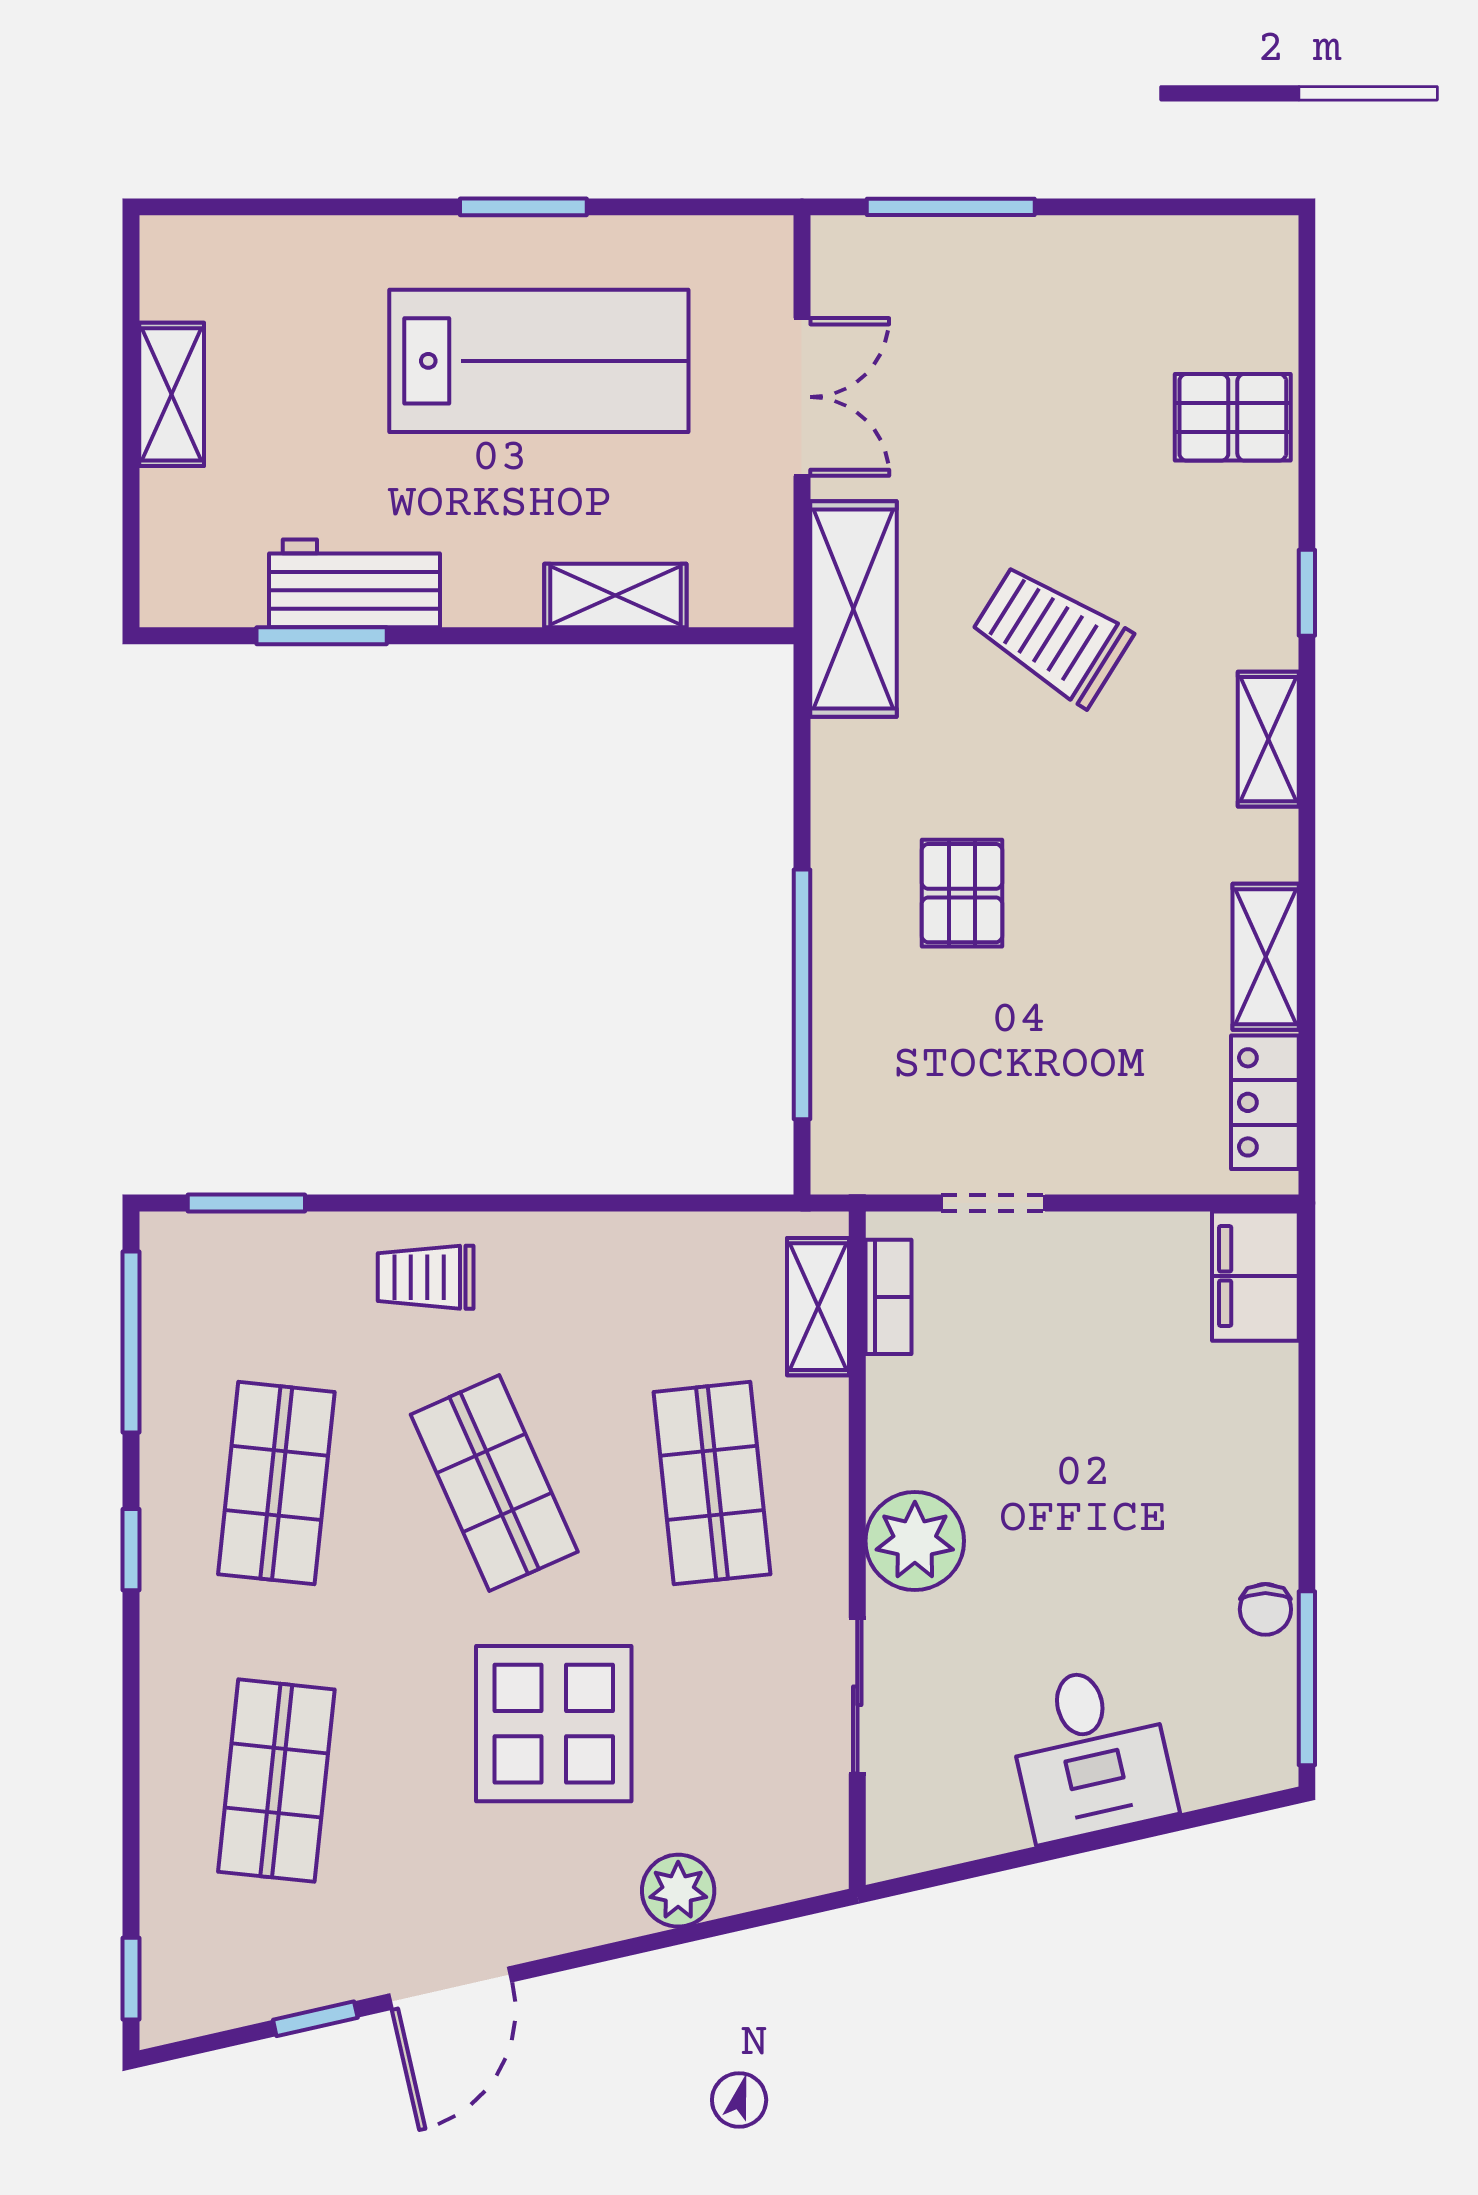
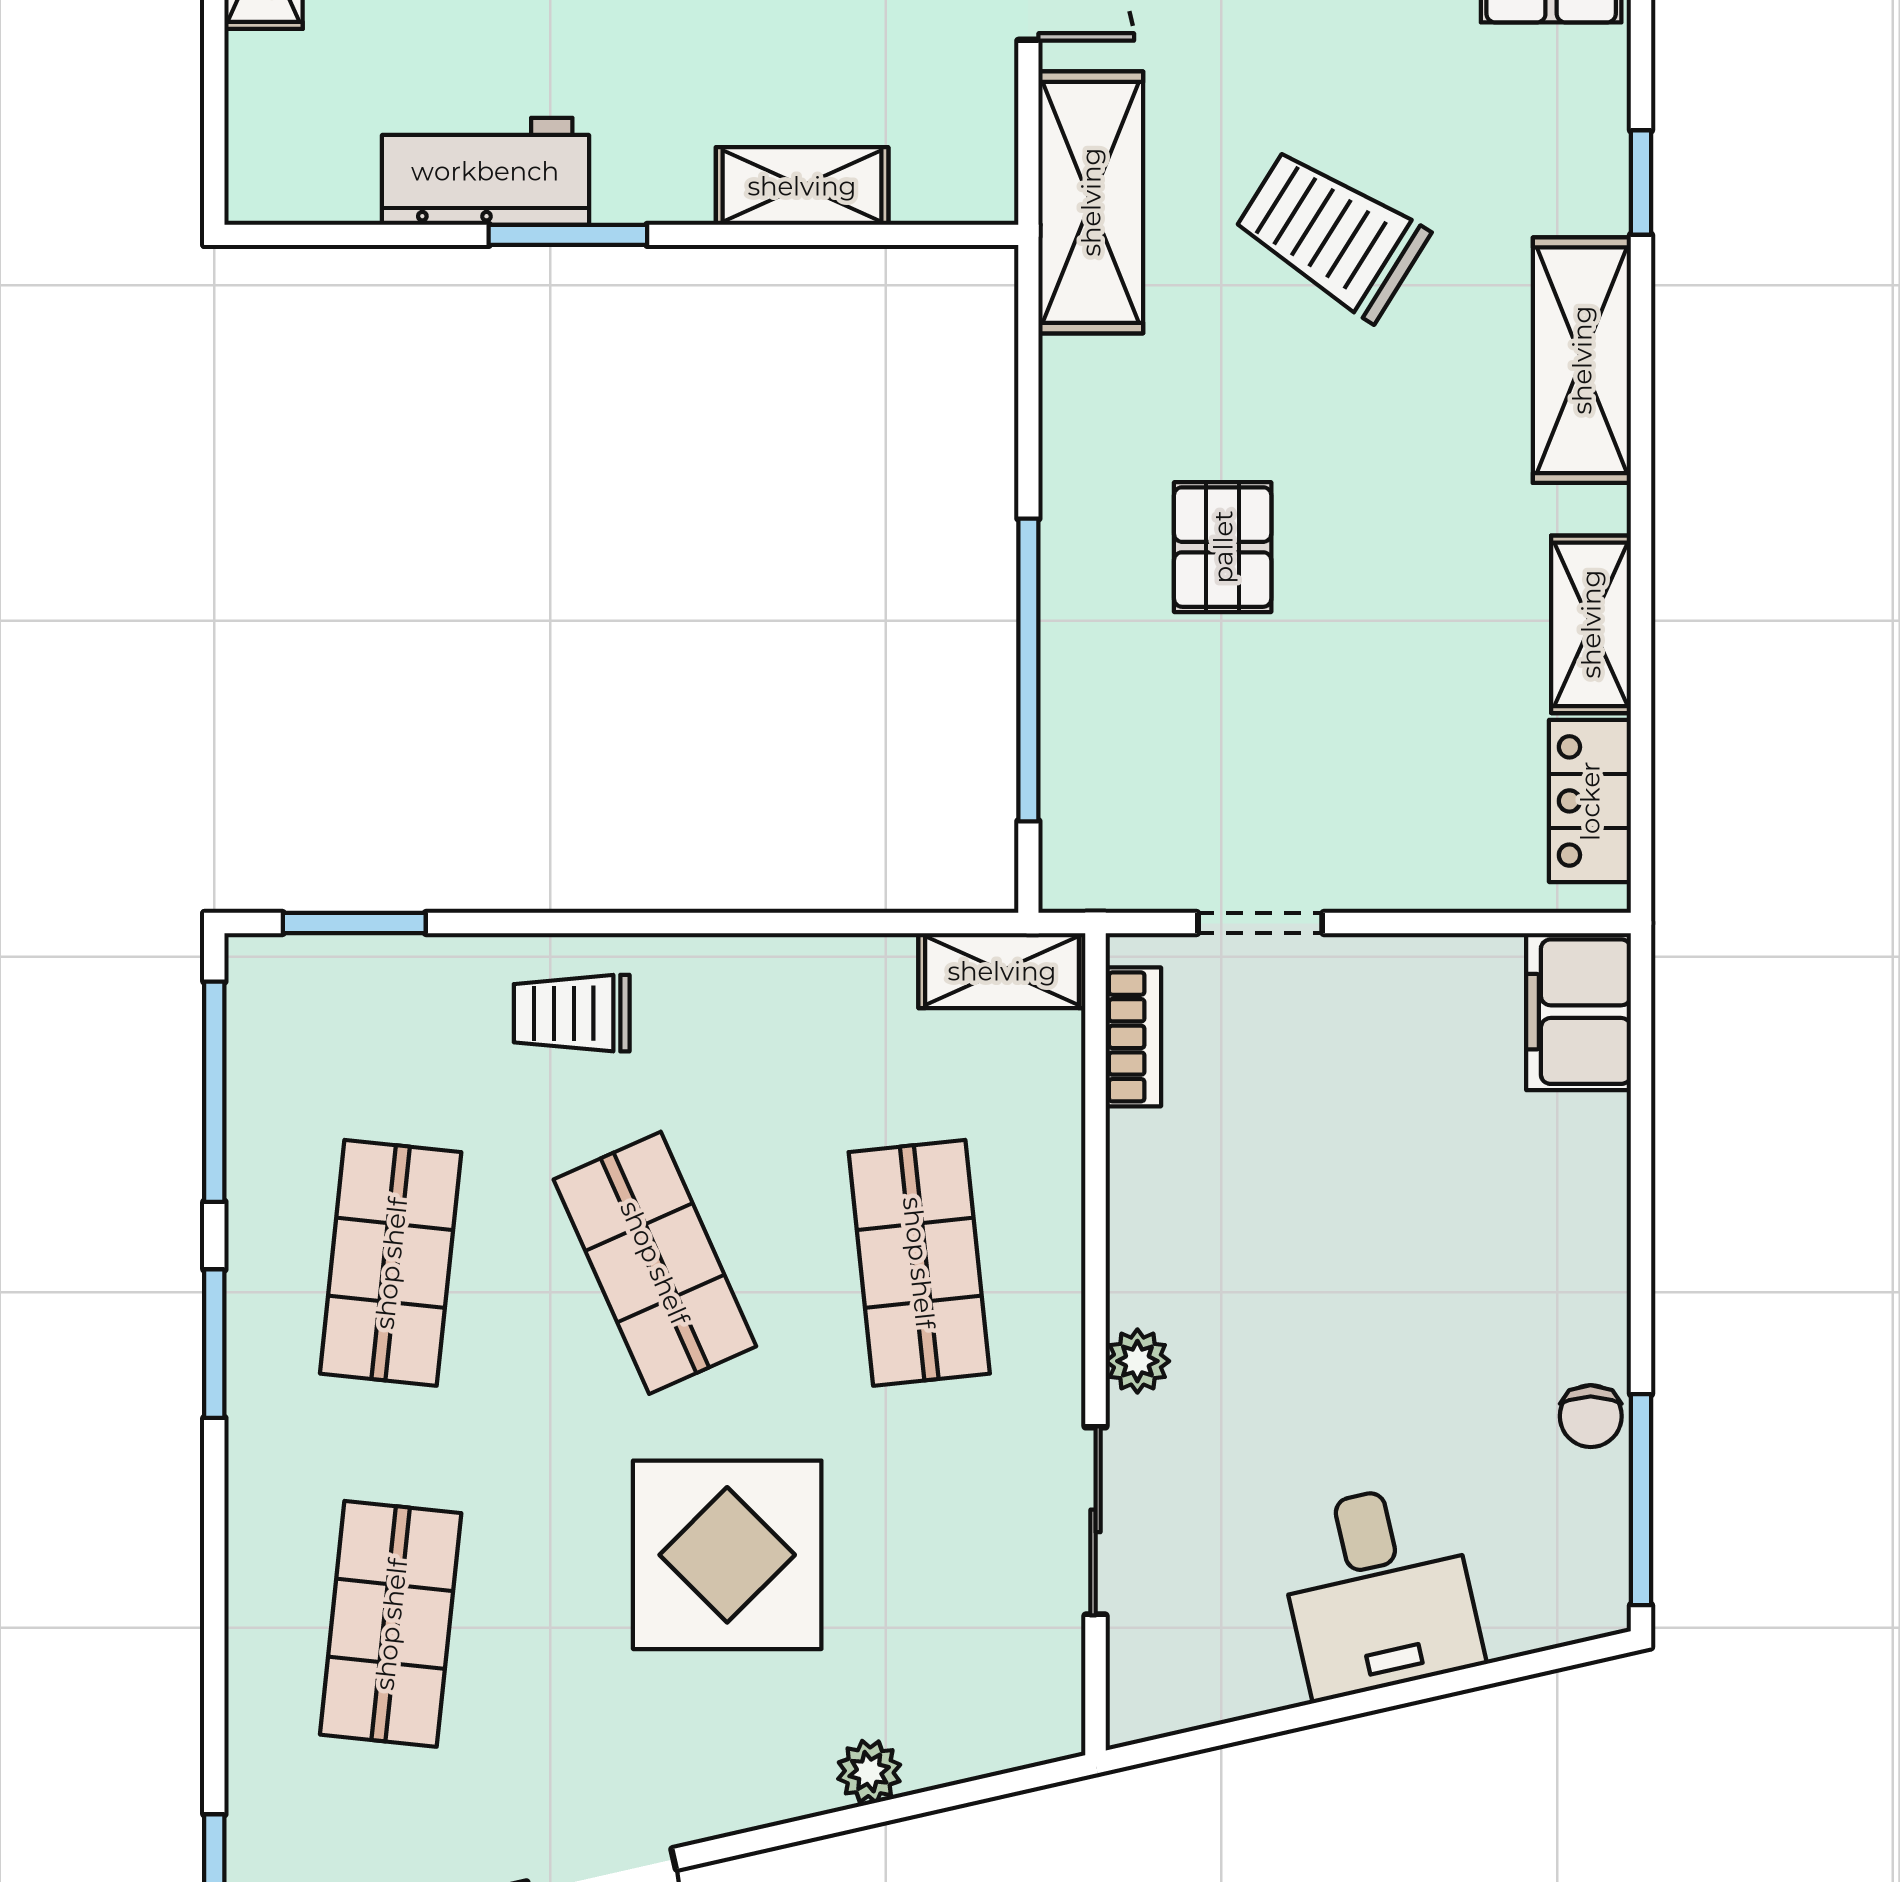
window: (322, 636) -> (568, 235), moved
shelving: (1268, 739) -> (1582, 360), width x1.50, depth x1.33
shelving: (818, 1307) -> (1002, 971), moved, turned 90
plant: (915, 1541) -> (1137, 1361), width x0.53, depth x0.53
window: (131, 1550) -> (214, 1344), width x1.50
plant: (678, 1891) -> (869, 1772), width x0.73, depth x0.73

